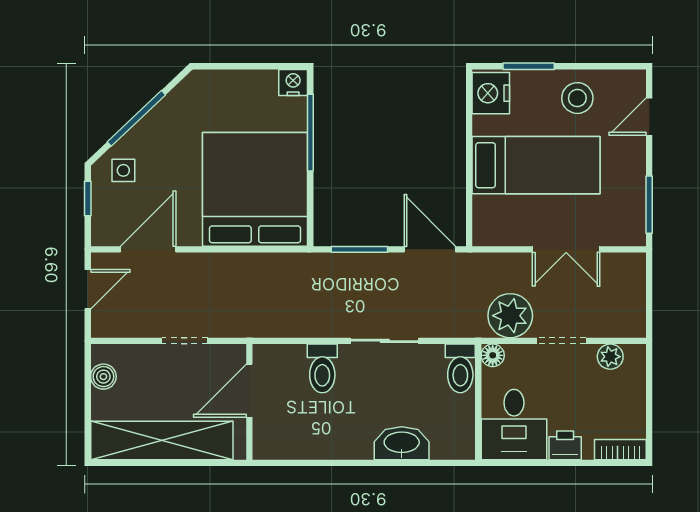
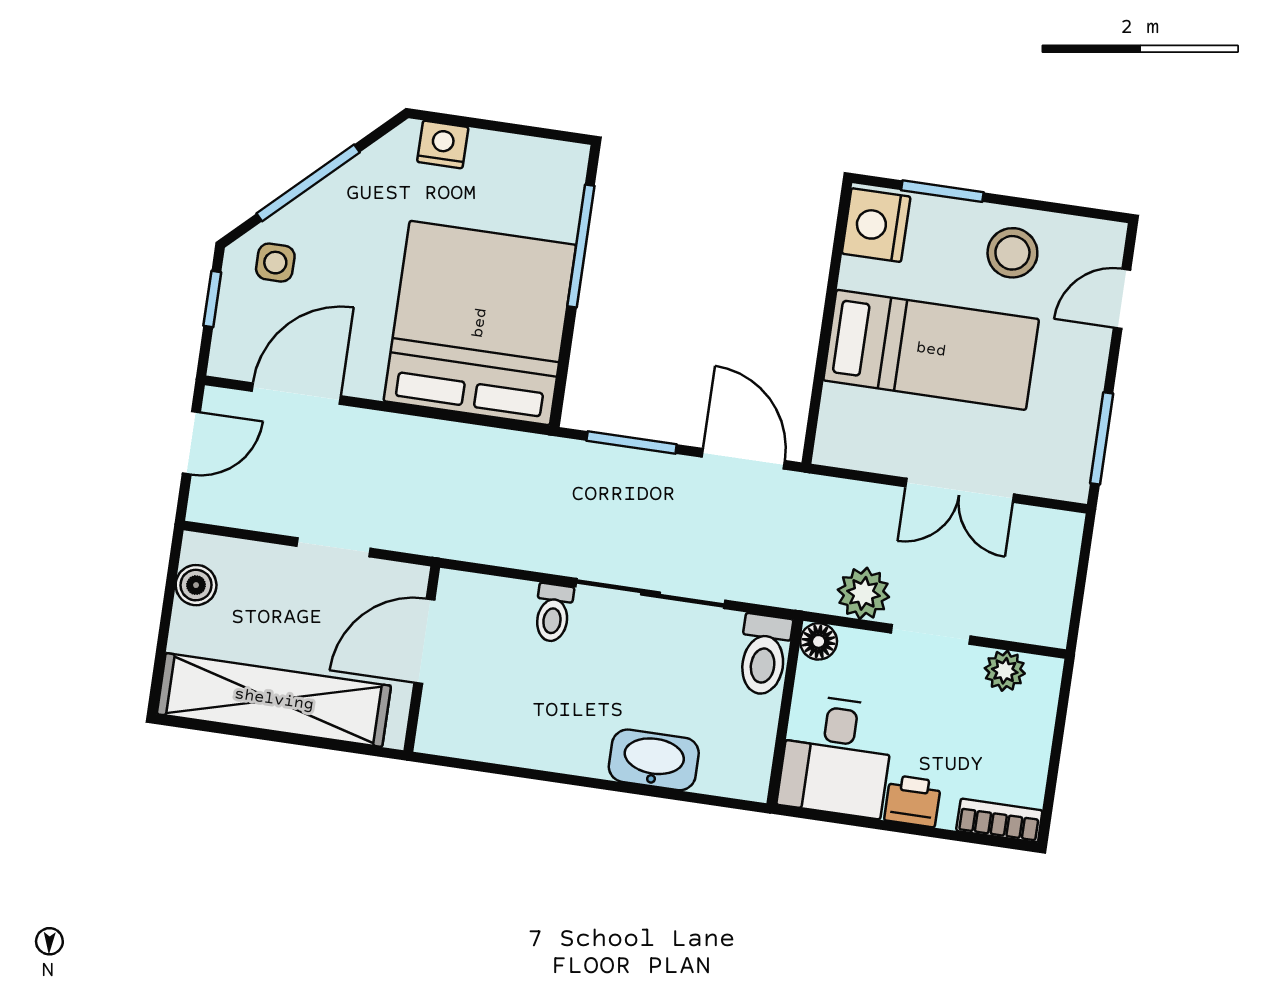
nightstand: (293, 82) -> (443, 145), moved
plant: (510, 316) -> (863, 593), width x0.73, depth x0.73
sliding door: (385, 341) -> (651, 594), width x1.37
toilet: (322, 368) -> (553, 613), width x0.73, depth x0.72

